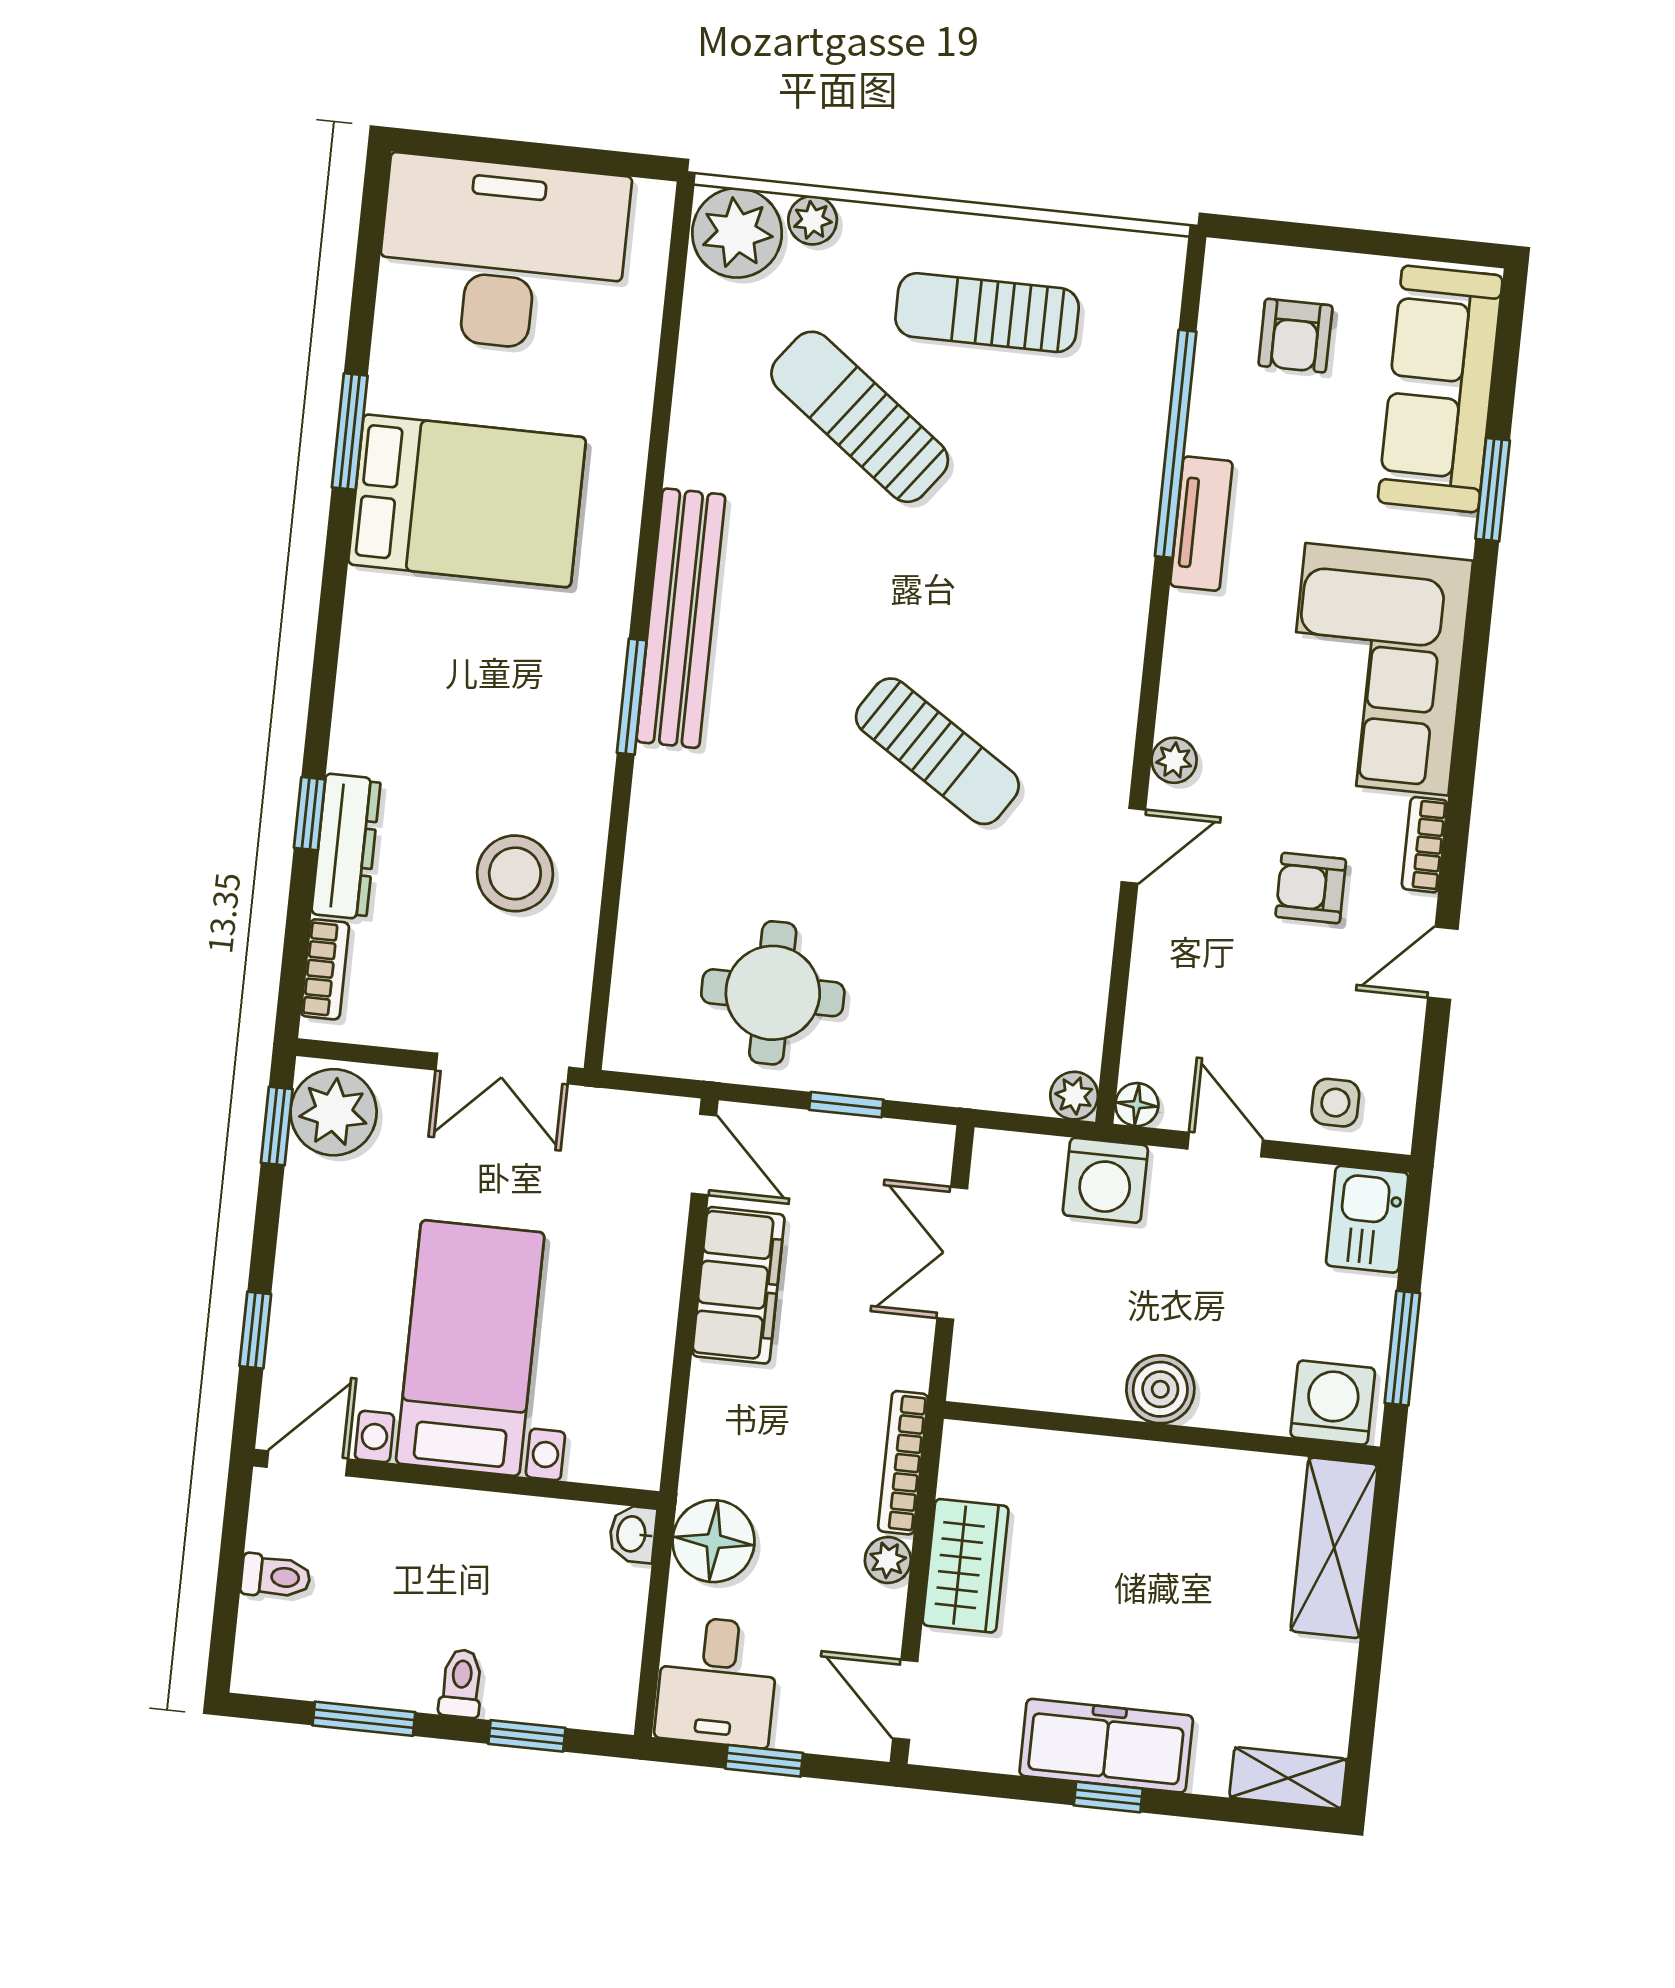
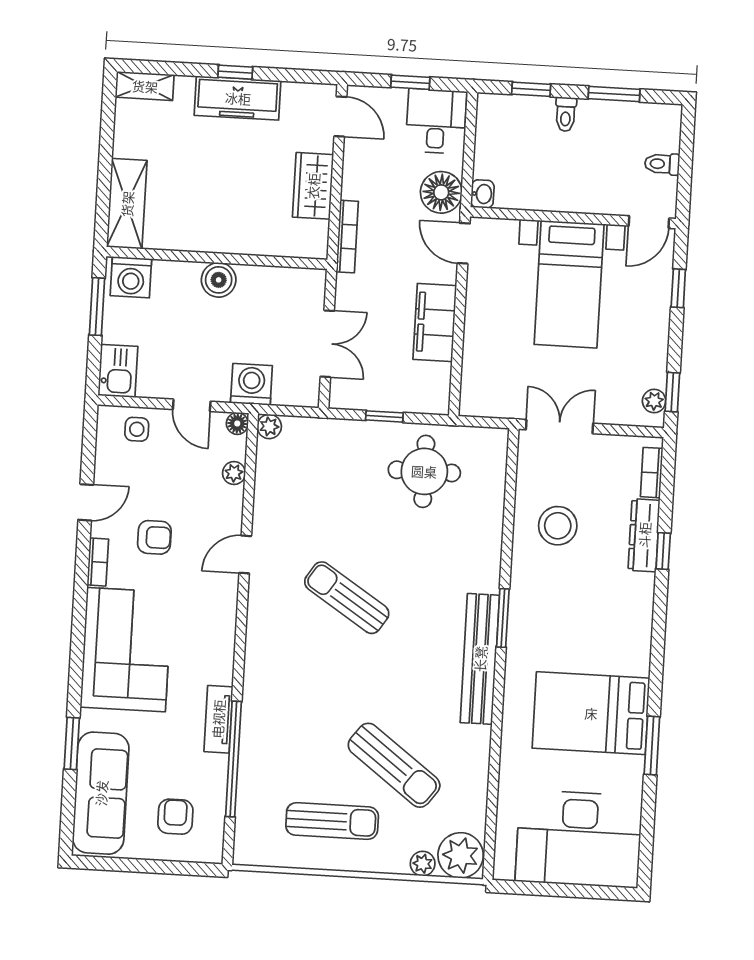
plant: (1174, 760) -> (234, 473), moved
plant: (334, 1112) -> (654, 401), width x0.53, depth x0.53
door: (704, 1155) -> (464, 243), moved
plant: (888, 1560) -> (352, 187), removed

